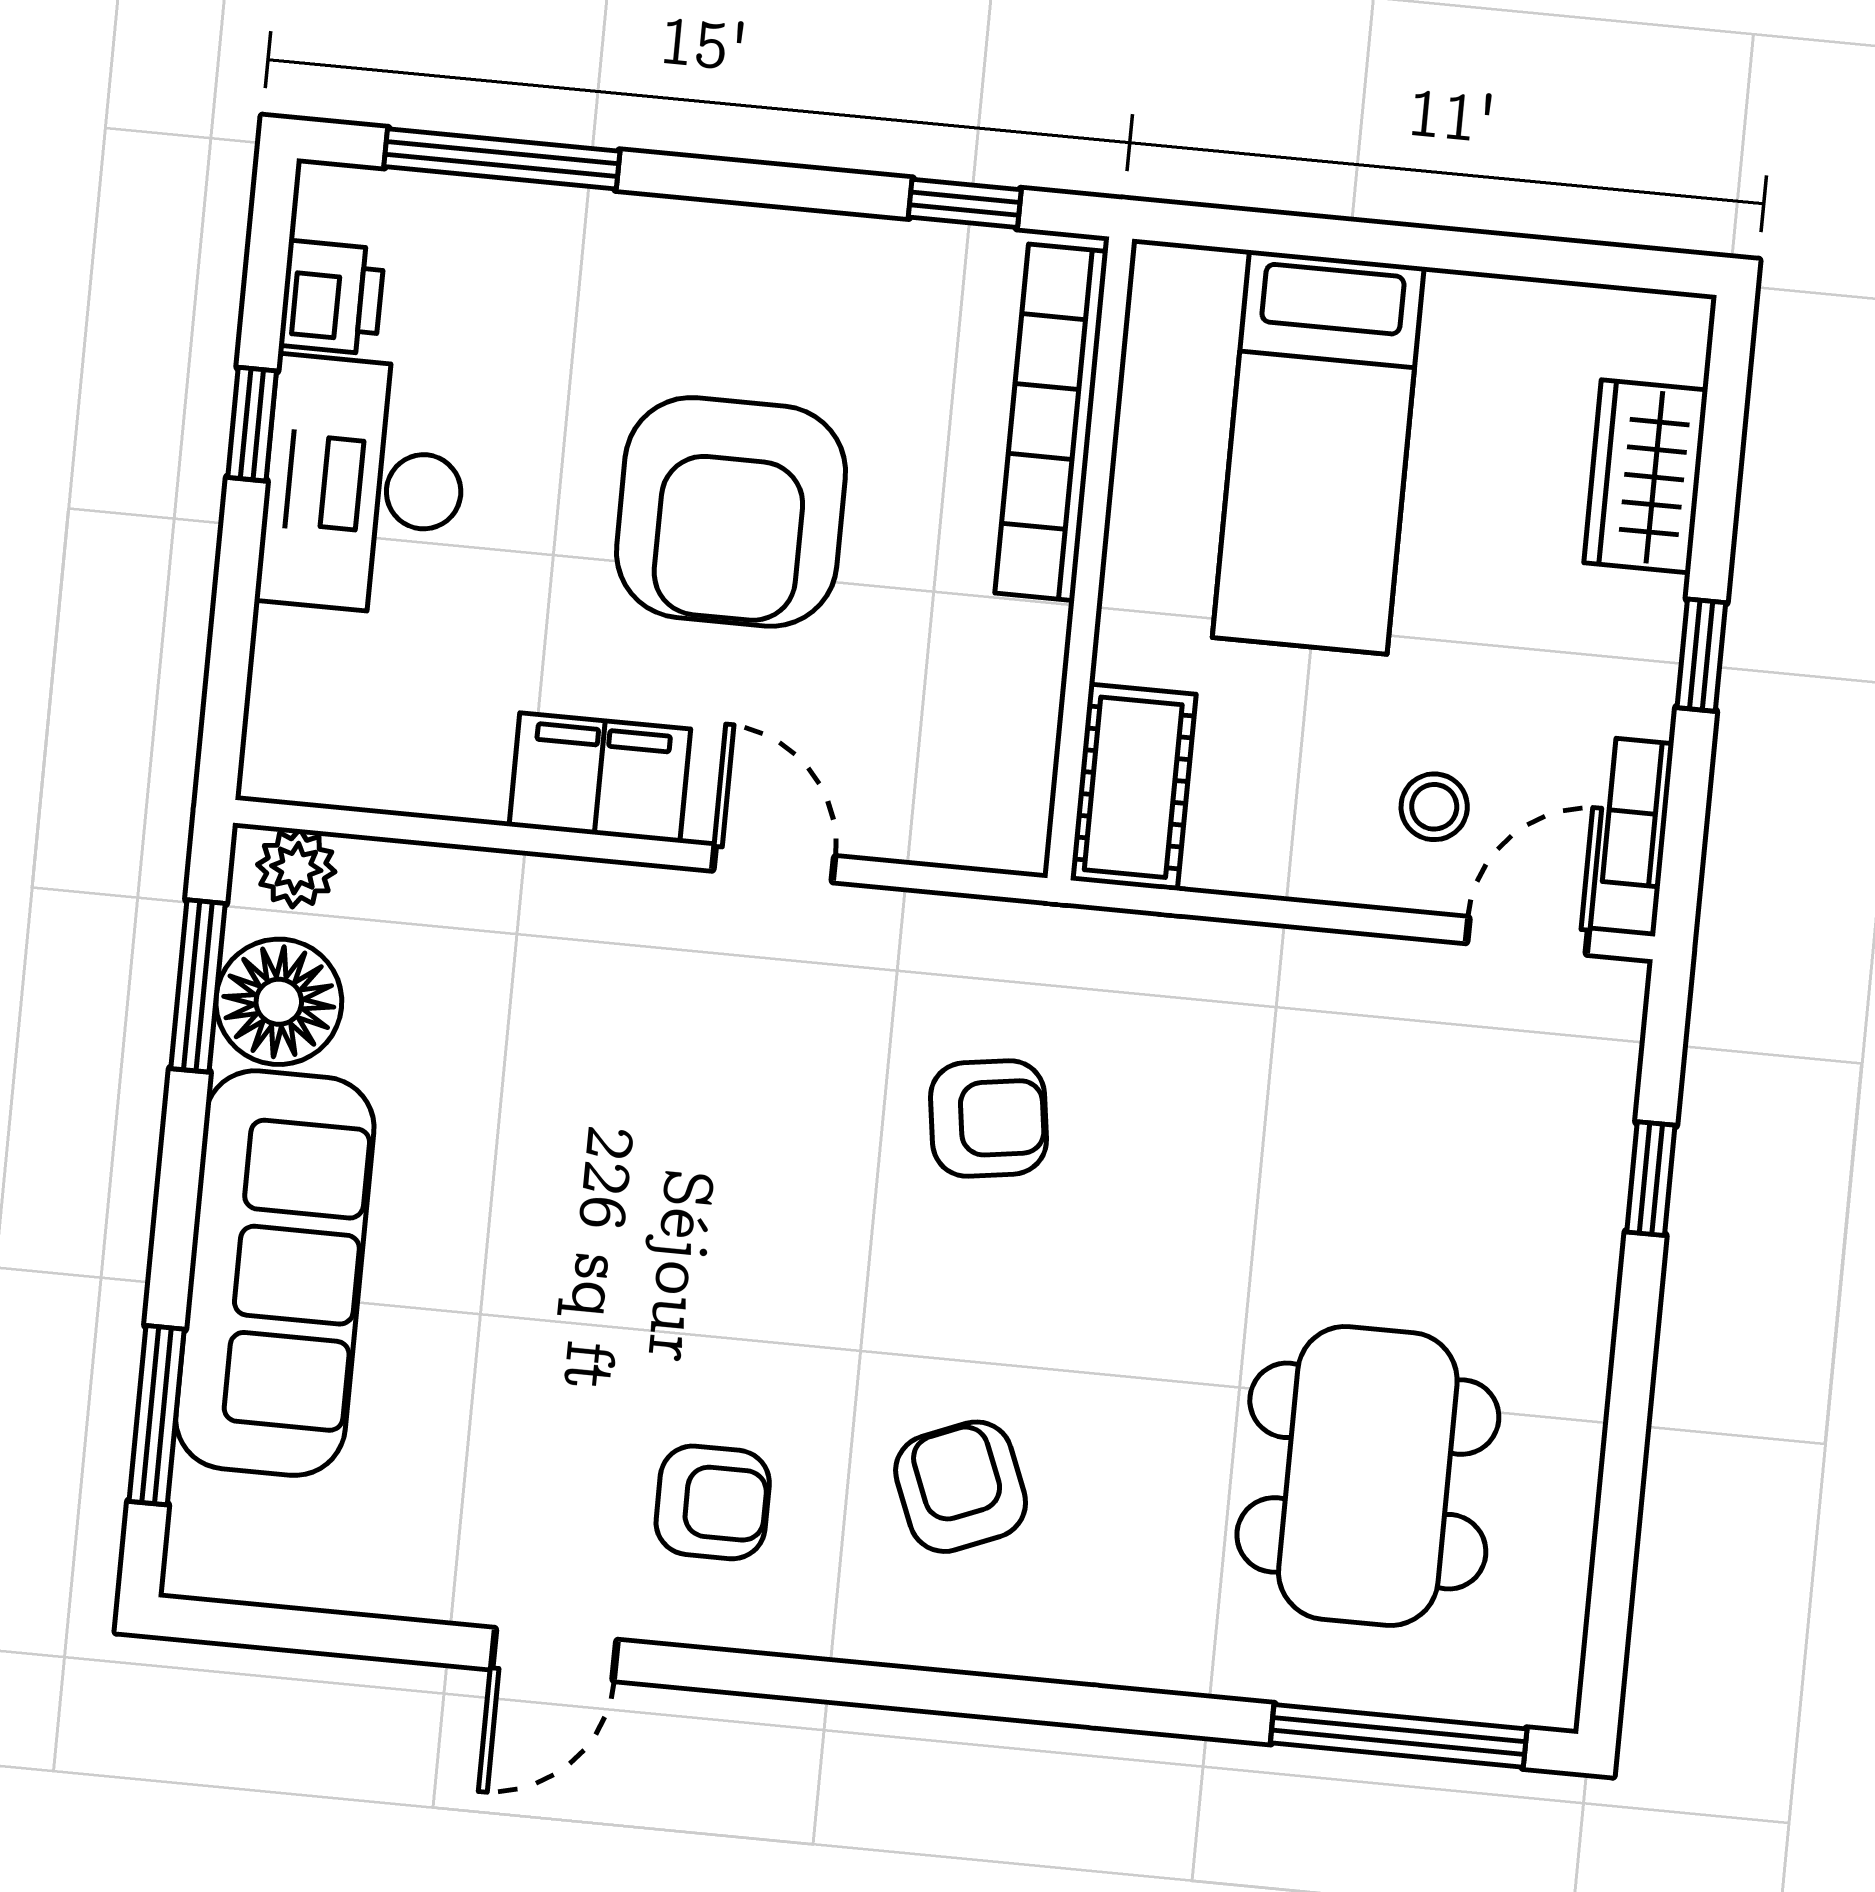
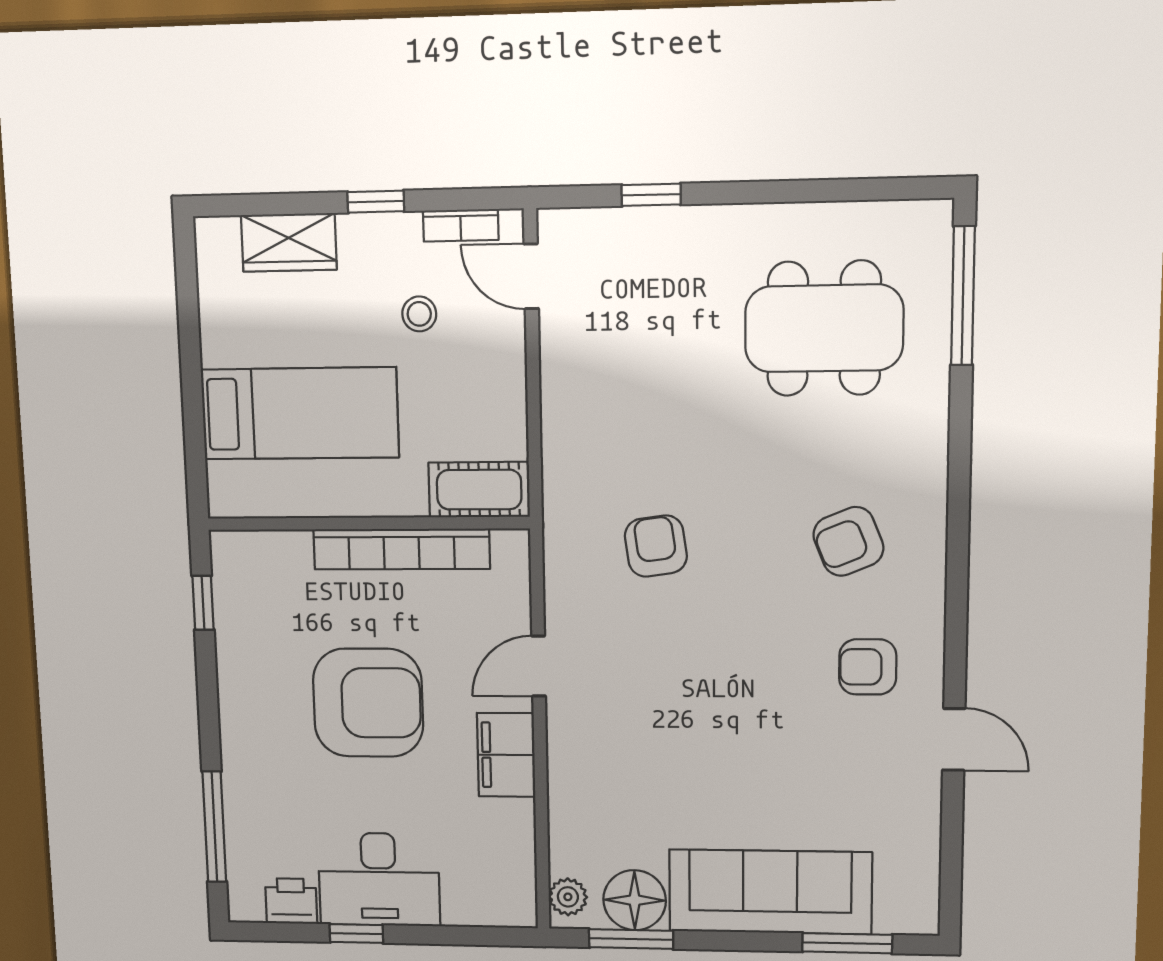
bookcase: (1051, 422) -> (401, 549), moved
stool: (1434, 807) -> (419, 314), moved
armchair: (713, 1502) -> (868, 667), turned -90

